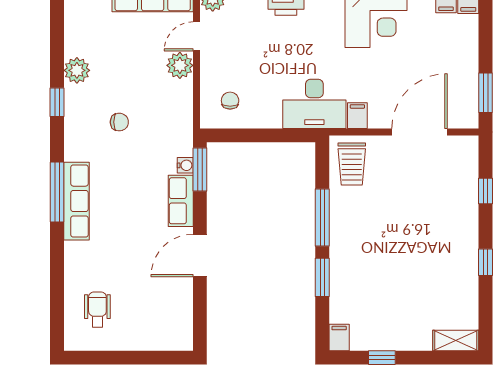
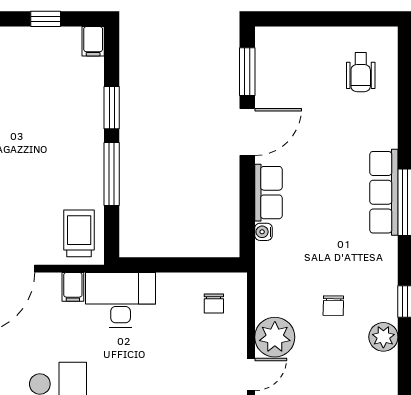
plant: (180, 65) -> (275, 337), width x1.36, depth x1.36
chair: (119, 122) -> (333, 306), moved, turned -89
window: (200, 170) -> (247, 72), moved

